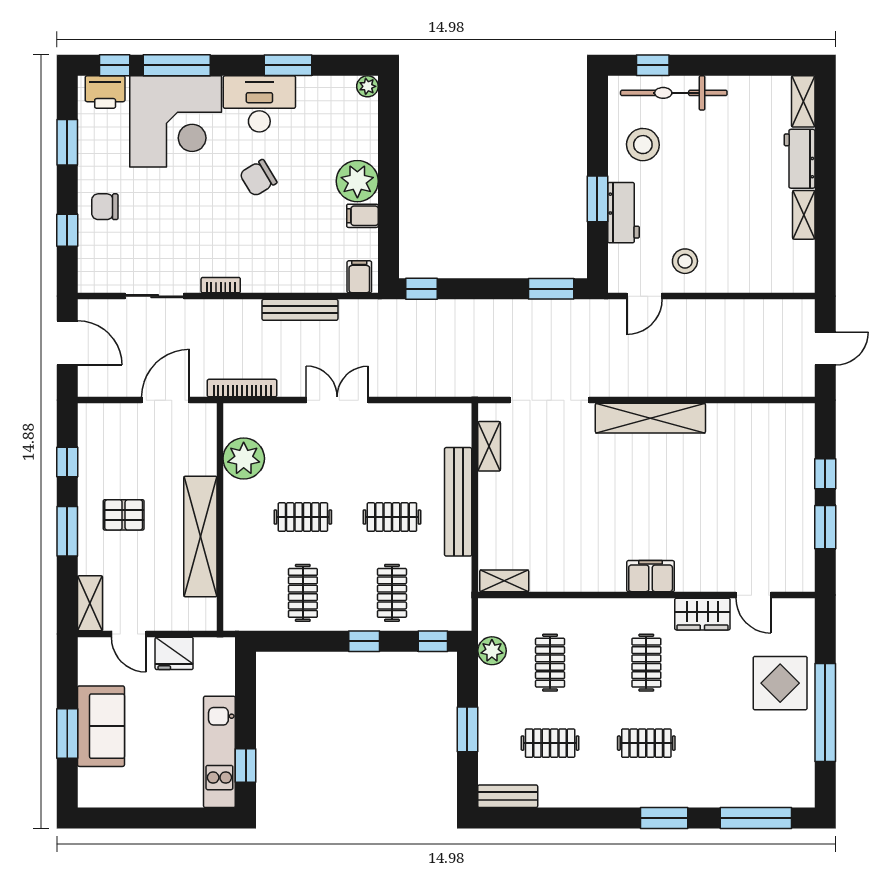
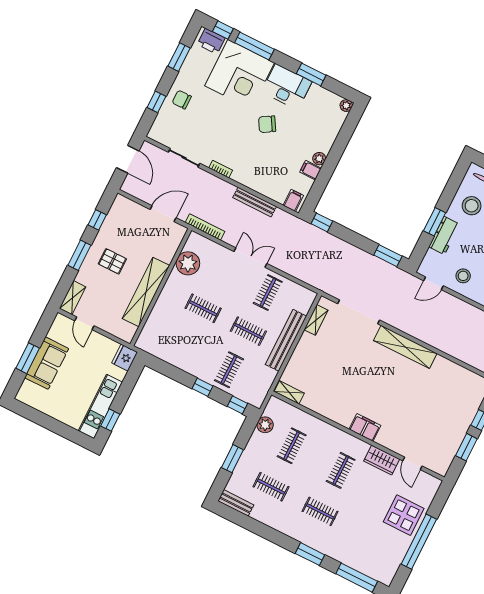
plant: (357, 181) -> (319, 159), width x0.53, depth x0.53
clothes rail: (303, 593) -> (268, 292), moved
fridge: (174, 653) -> (125, 358), moved, turned 90

